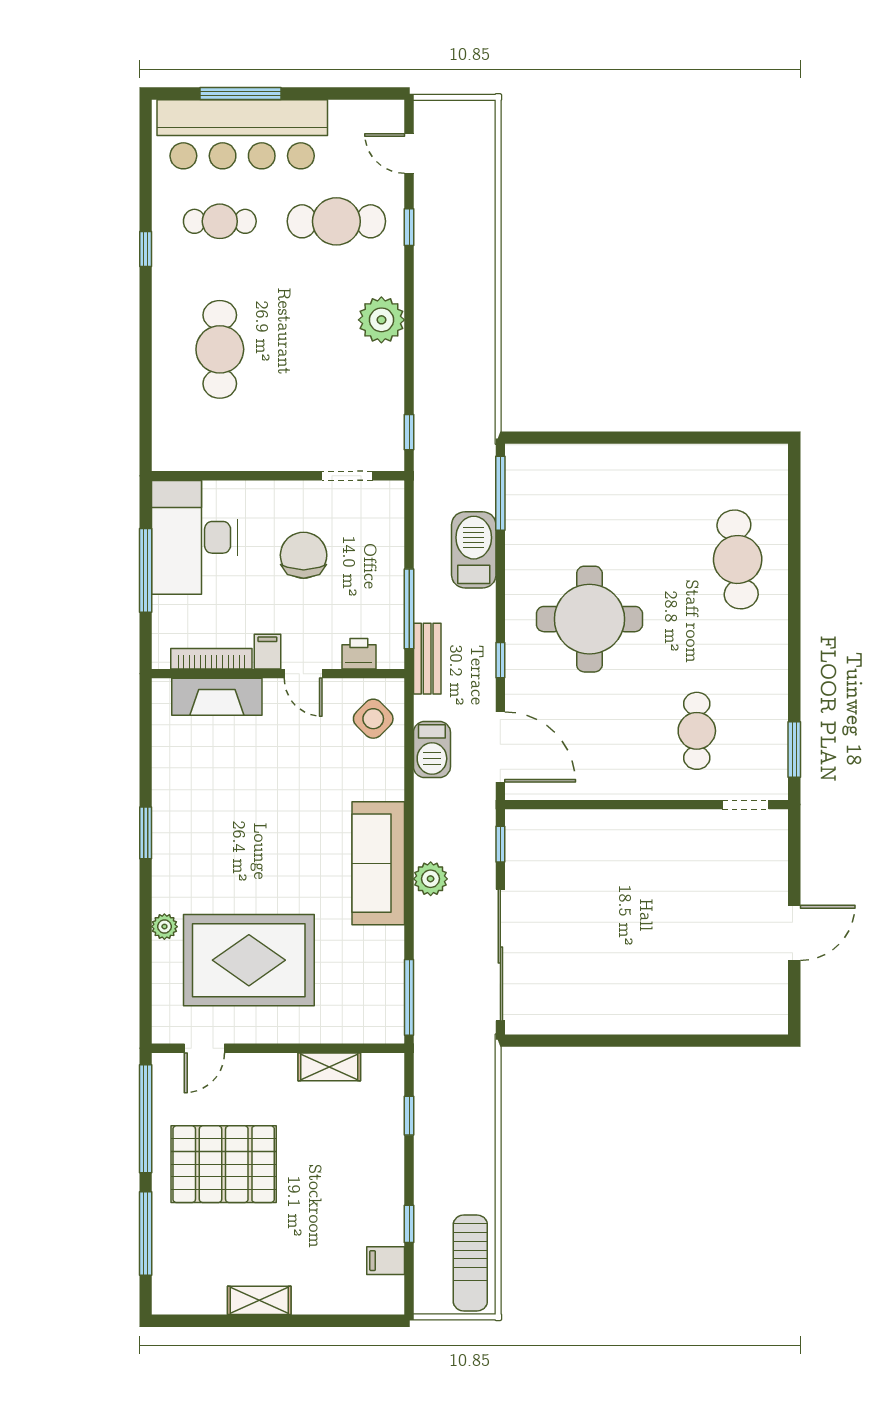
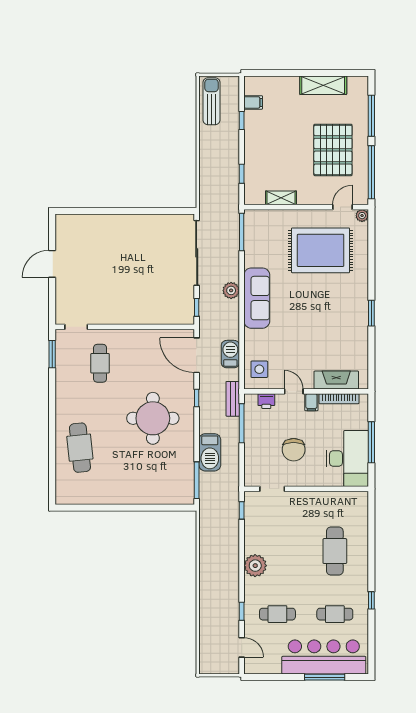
cafe table: (336, 221) -> (277, 614), width x0.73, depth x0.74
side table: (373, 719) -> (259, 369), turned 45
plant: (164, 927) -> (362, 216), moved
pallet: (224, 1164) -> (333, 150), turned 90
shelving: (259, 1300) -> (323, 85), width x1.50, depth x1.33

